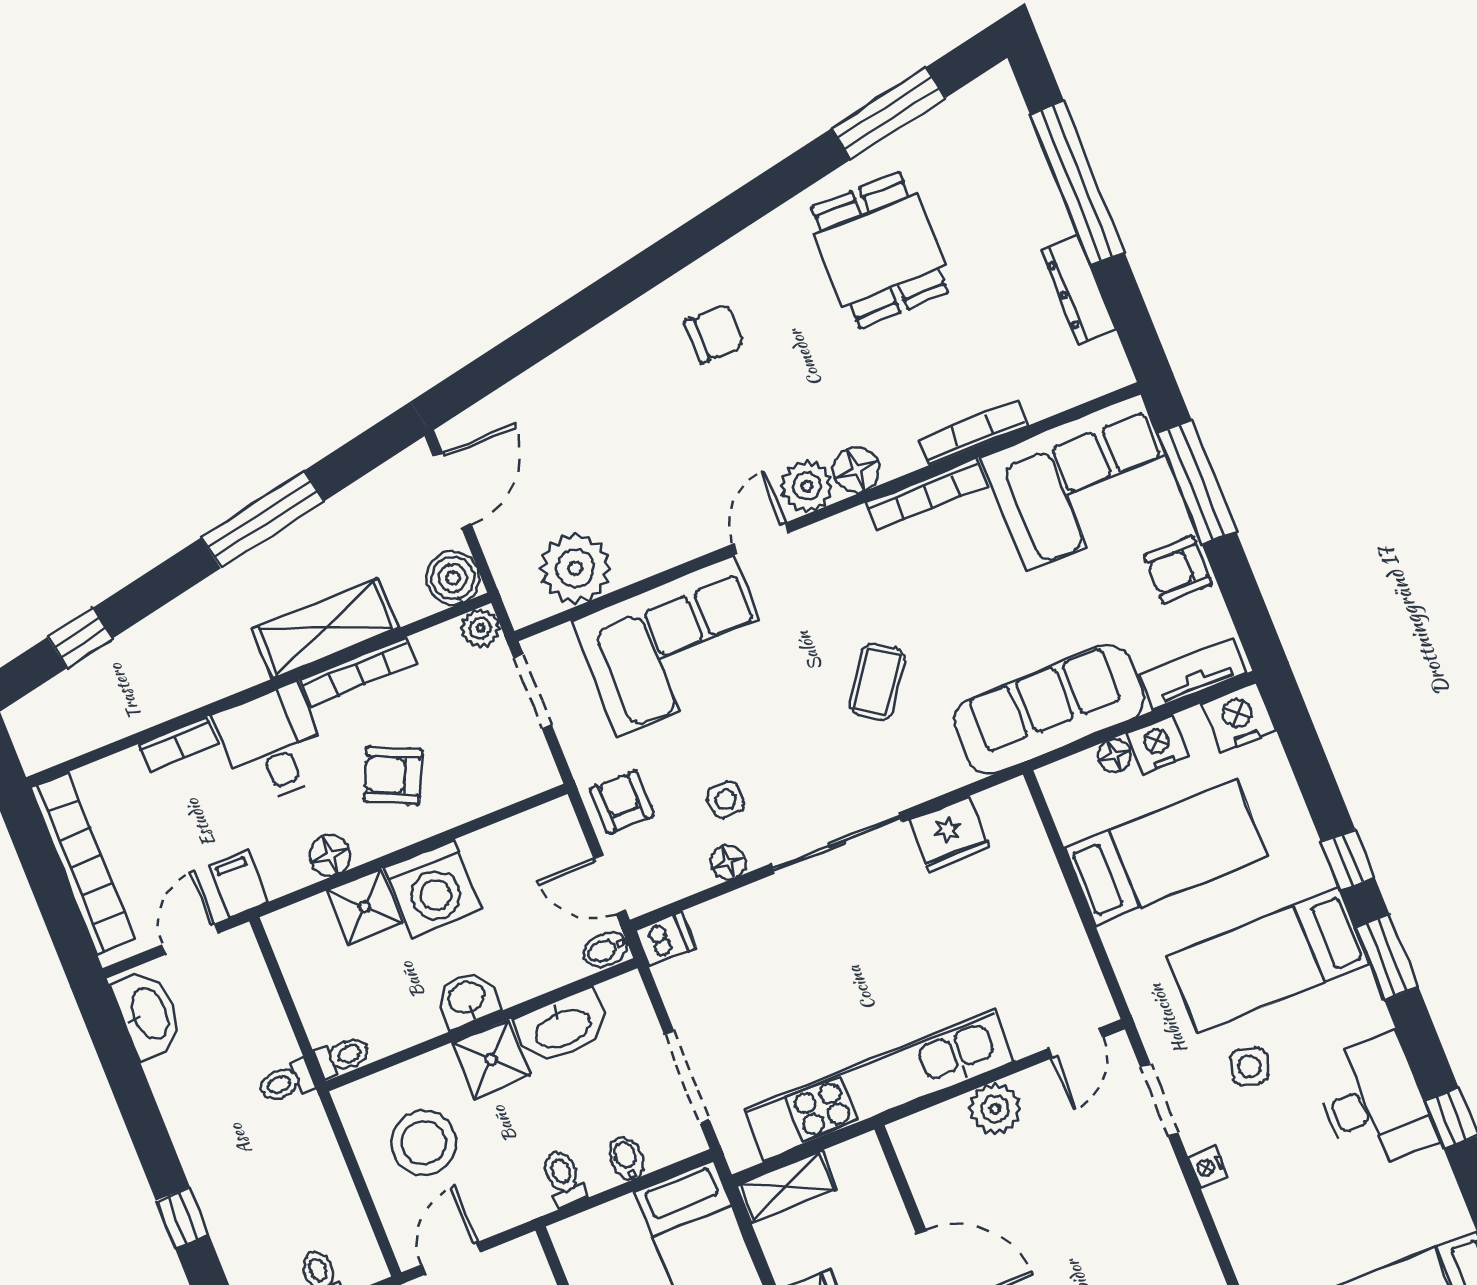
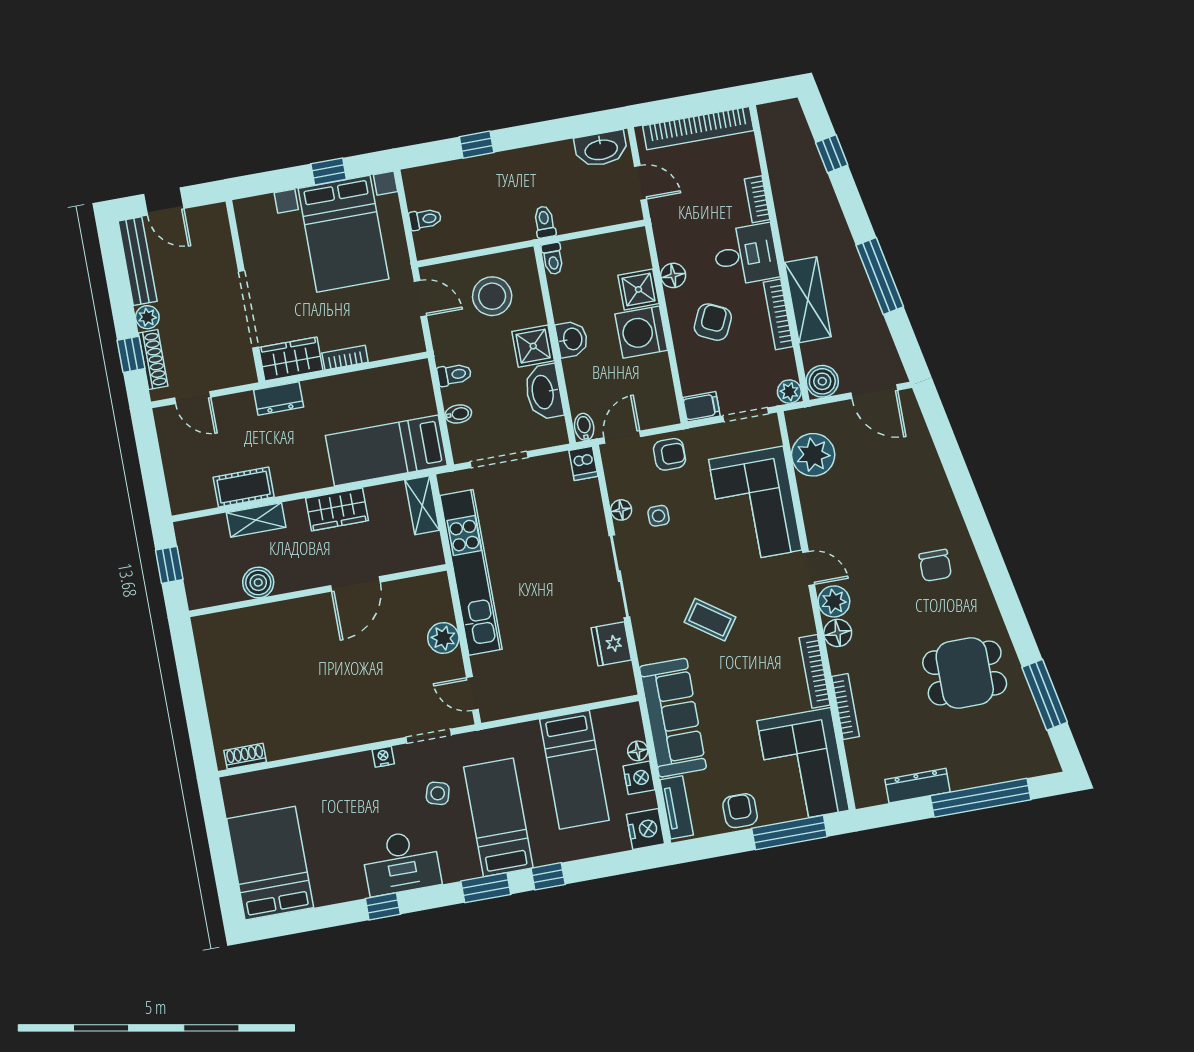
filing cabinet: (238, 884) -> (701, 407), moved

